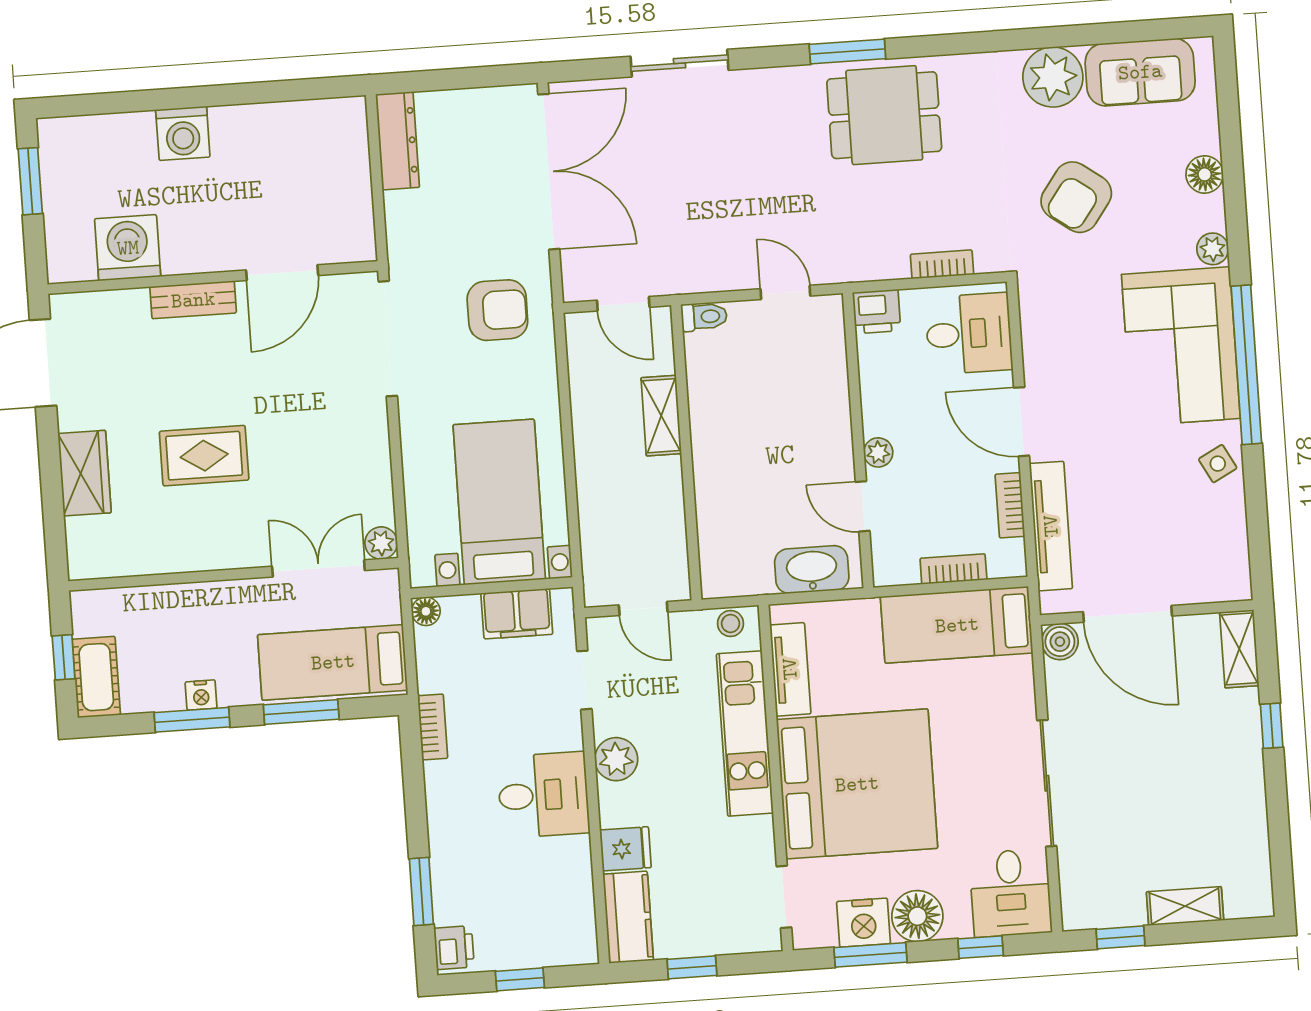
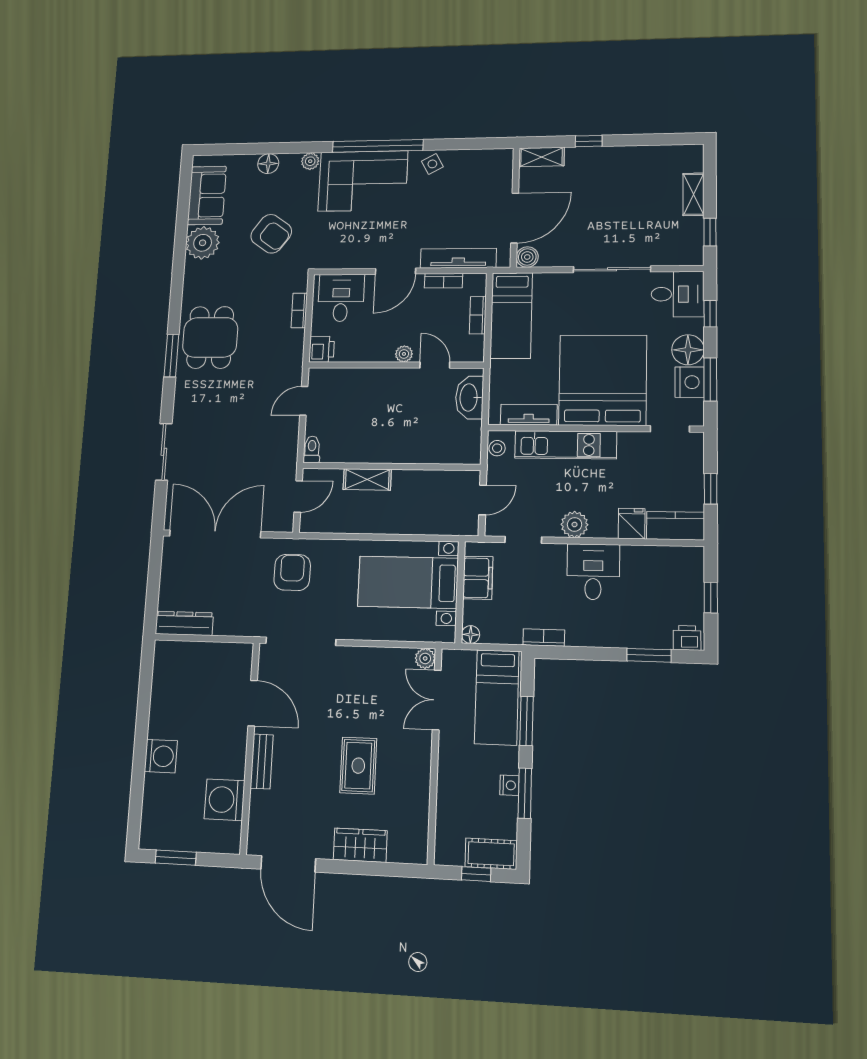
door: (863, 506) -> (435, 365), swing flipped

